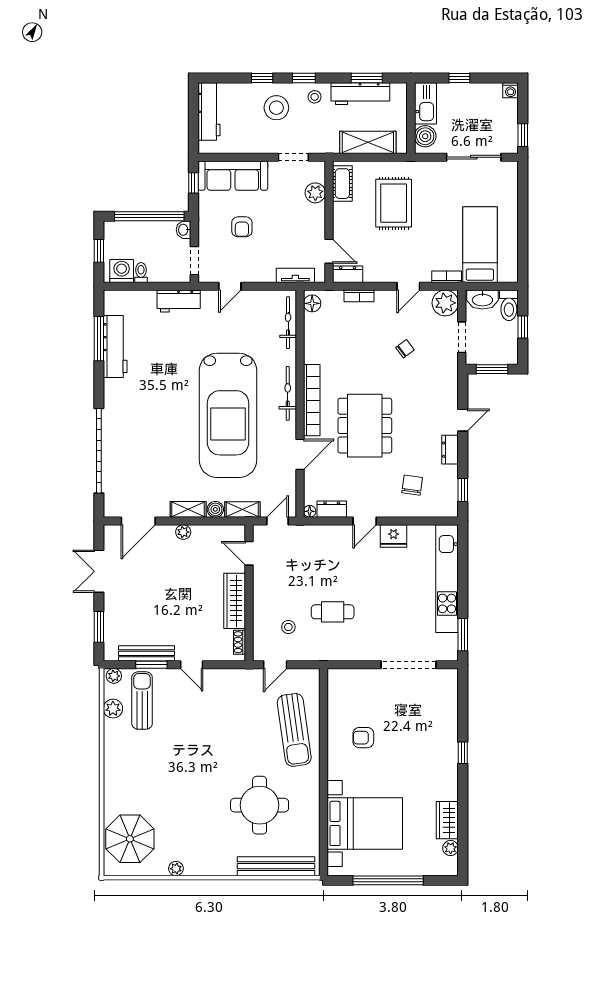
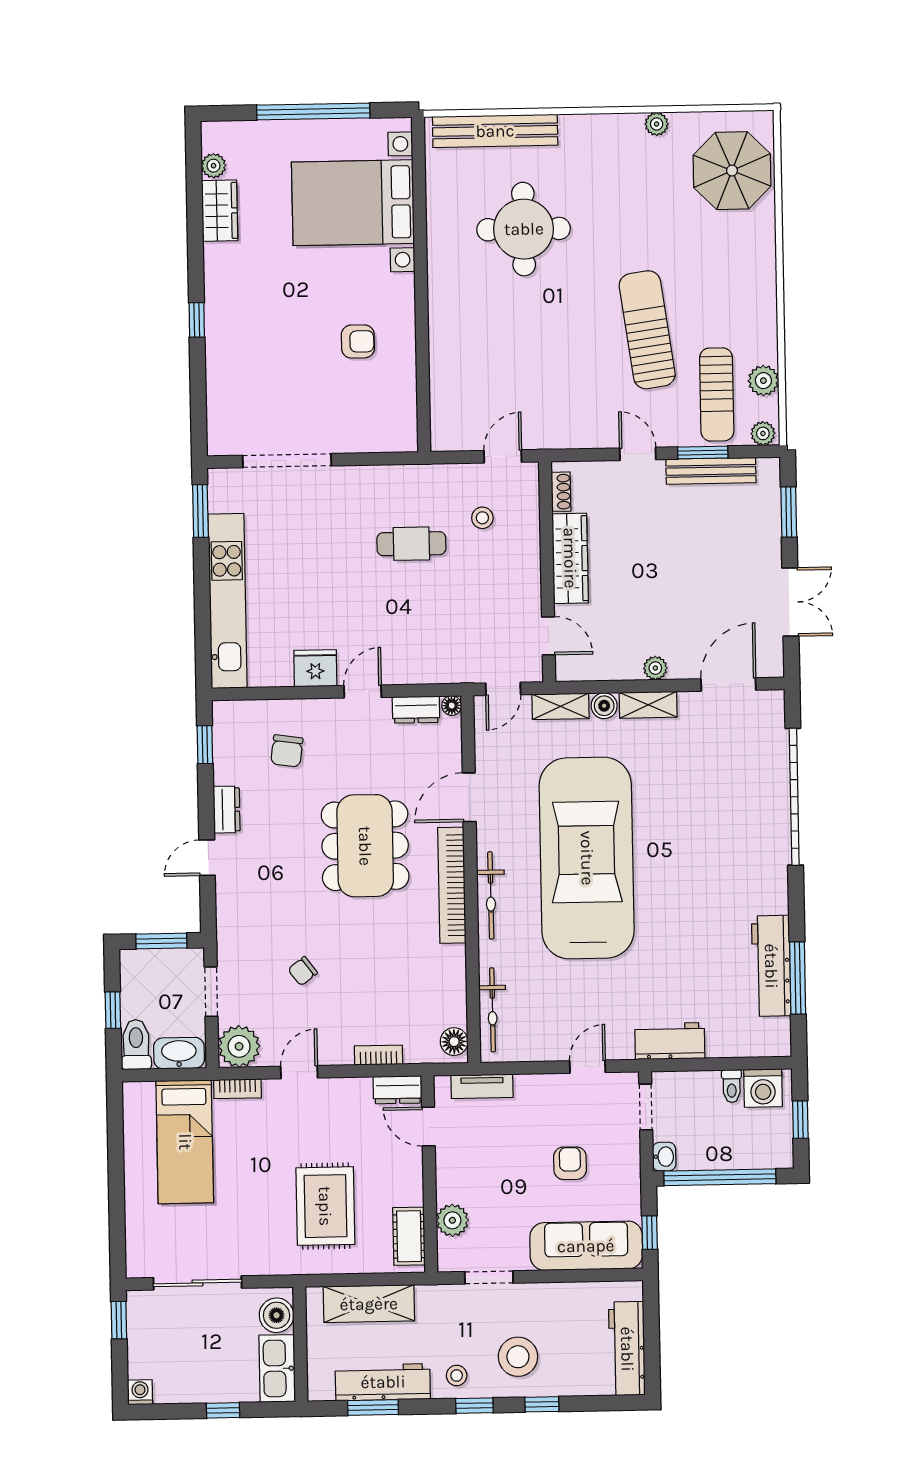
sun lounger: (294, 730) -> (647, 330), moved

